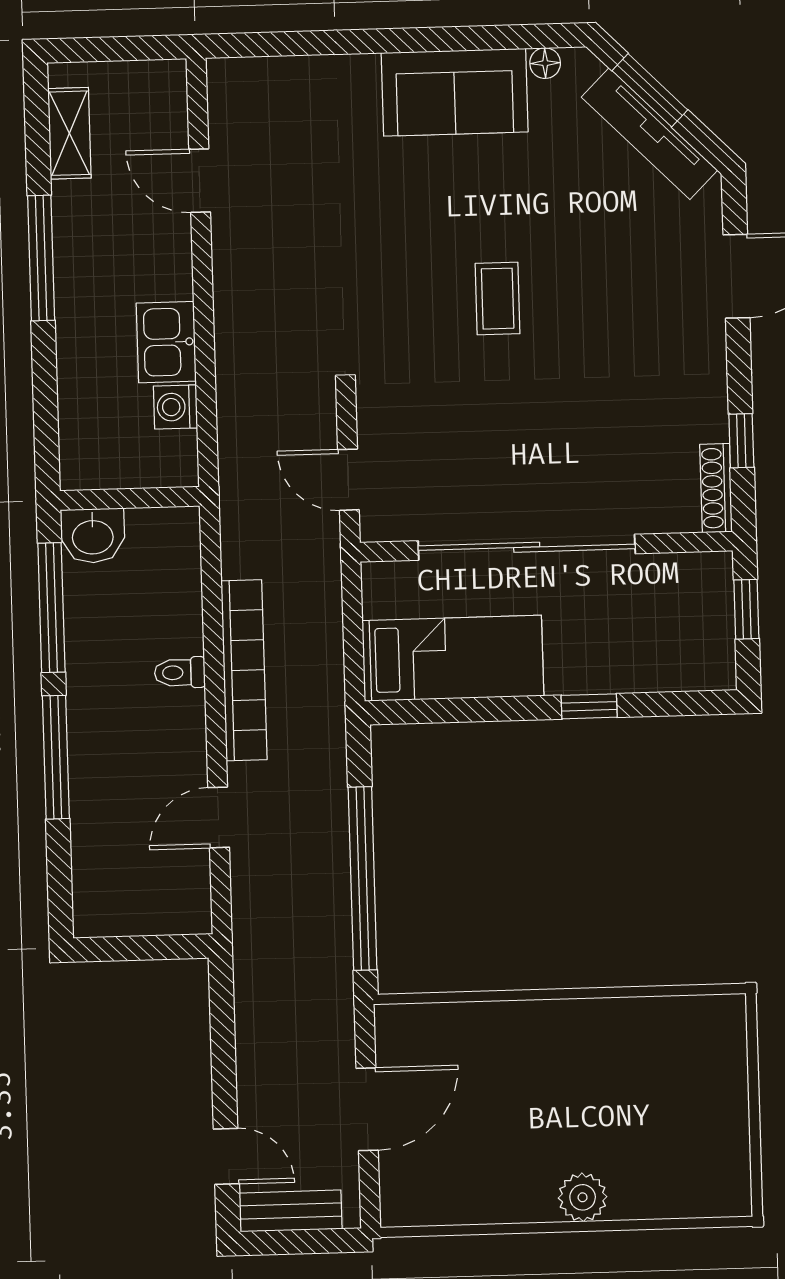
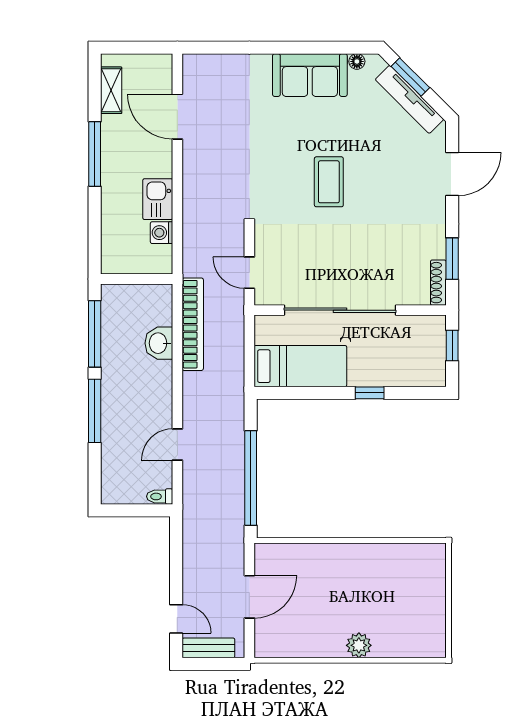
door: (200, 181) -> (177, 117), width x1.38
coffee table: (498, 299) -> (329, 182), width x1.36, depth x1.30
window: (741, 441) -> (452, 259), width x1.50
washbasin: (93, 536) -> (159, 343), moved, turned 90
bookcase: (244, 670) -> (193, 324), moved
toilet: (180, 673) -> (160, 496), moved

